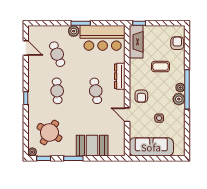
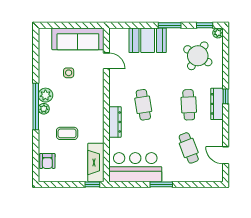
plant: (74, 31) -> (169, 175), removed
dresser: (33, 92) -> (217, 104), added
armchair: (141, 96) -> (90, 98), removed
door: (127, 115) -> (106, 61), moved

